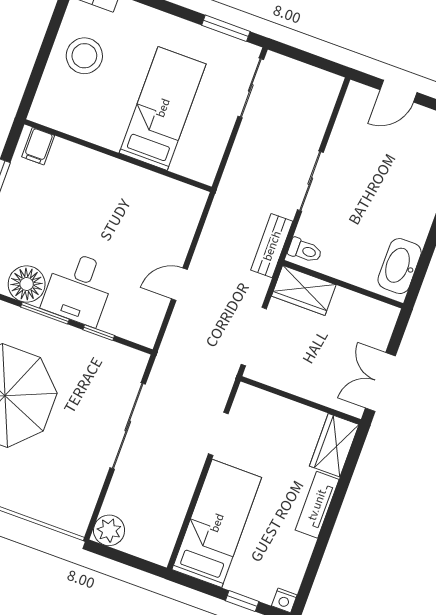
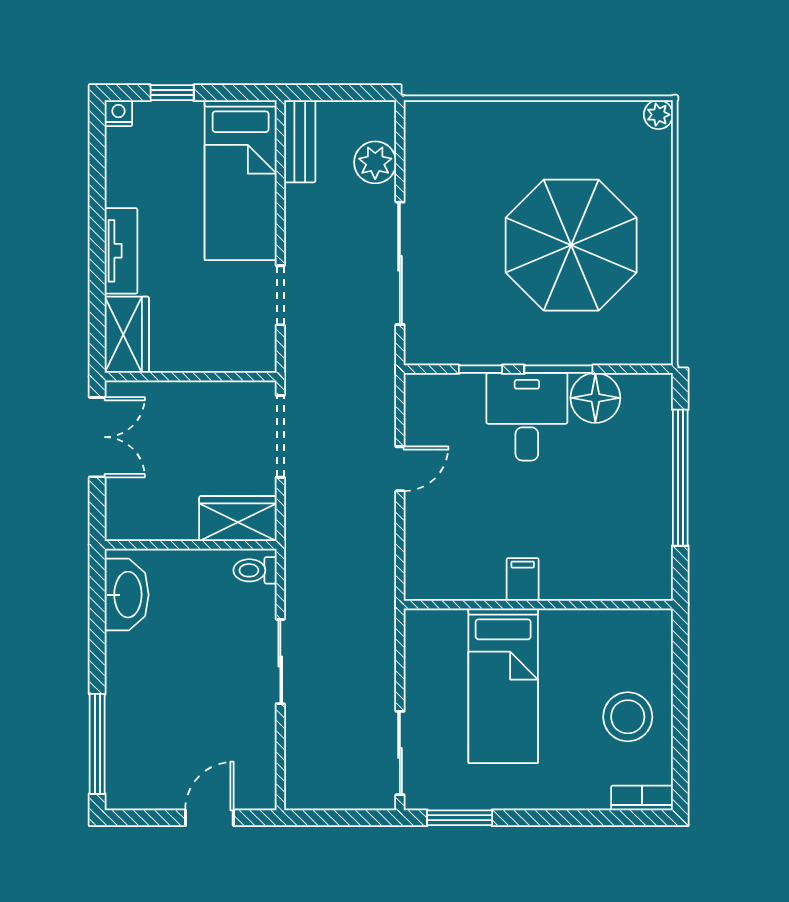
filing cabinet: (38, 146) -> (523, 580), moved
bench: (272, 246) -> (300, 141), moved
plant: (109, 530) -> (375, 162), moved

